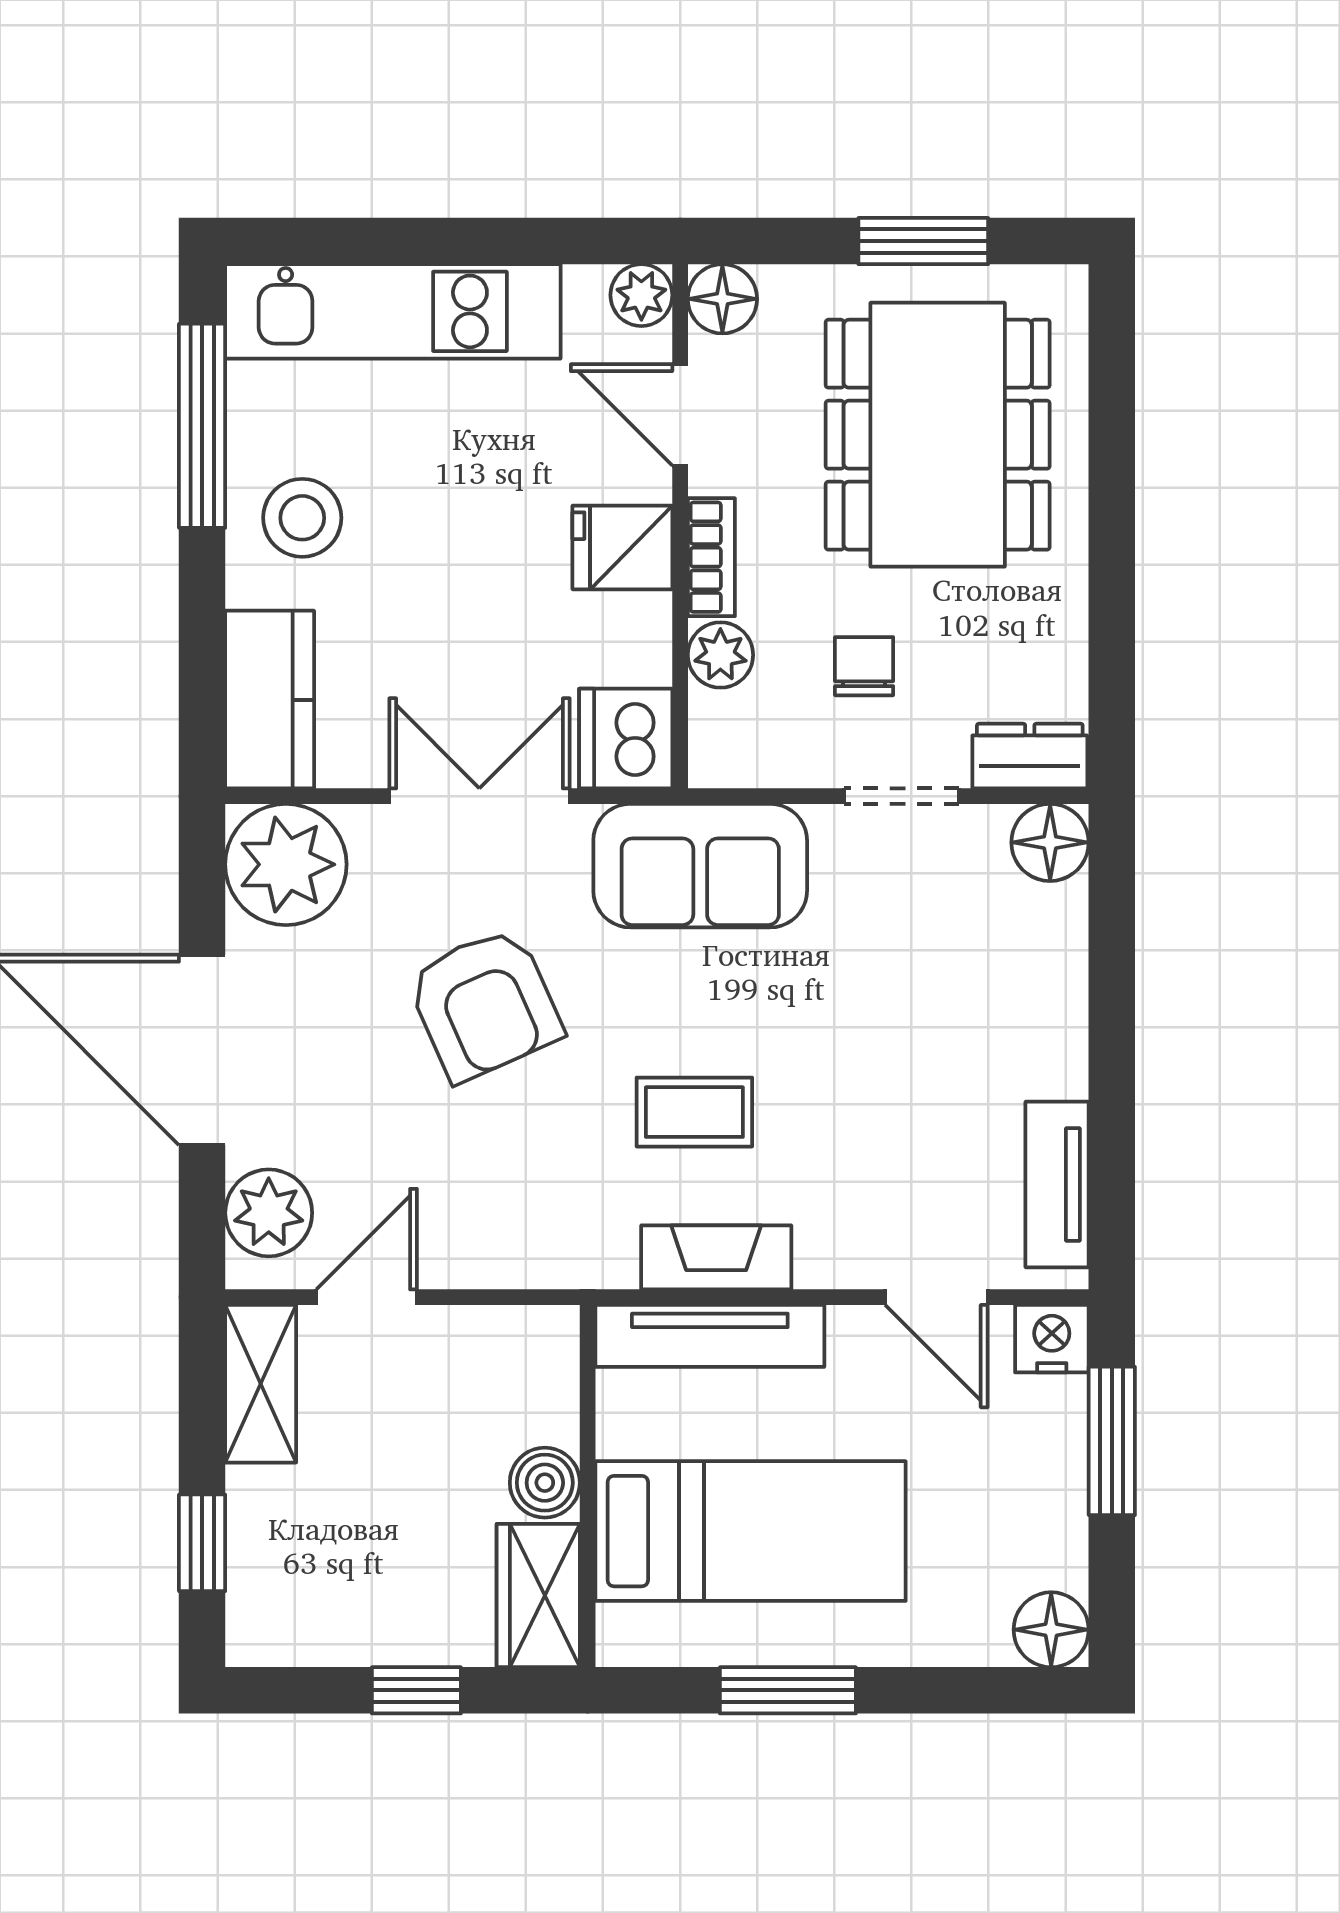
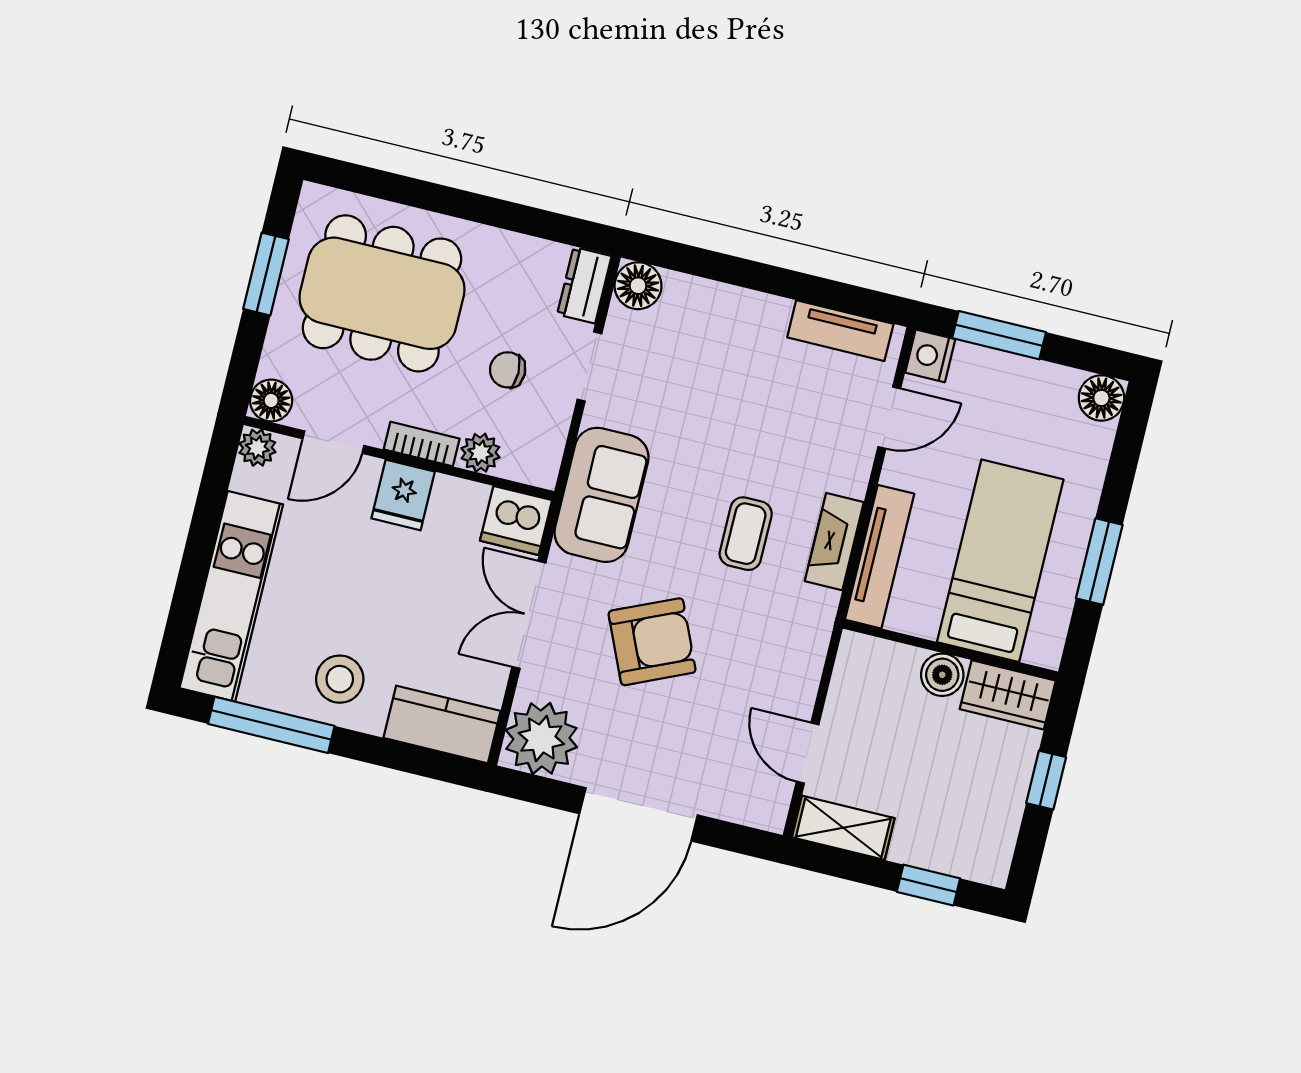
plant: (269, 1213) -> (744, 799), removed

